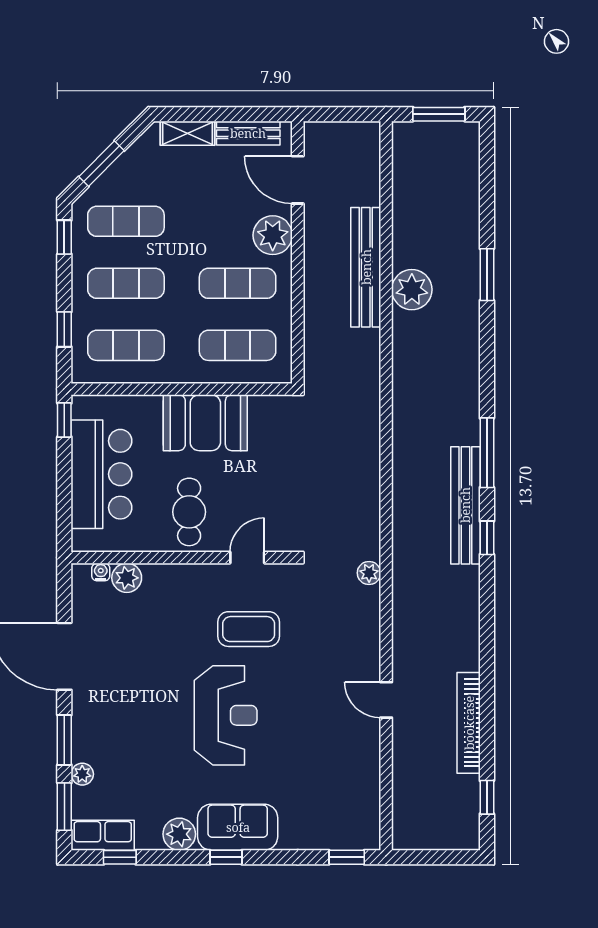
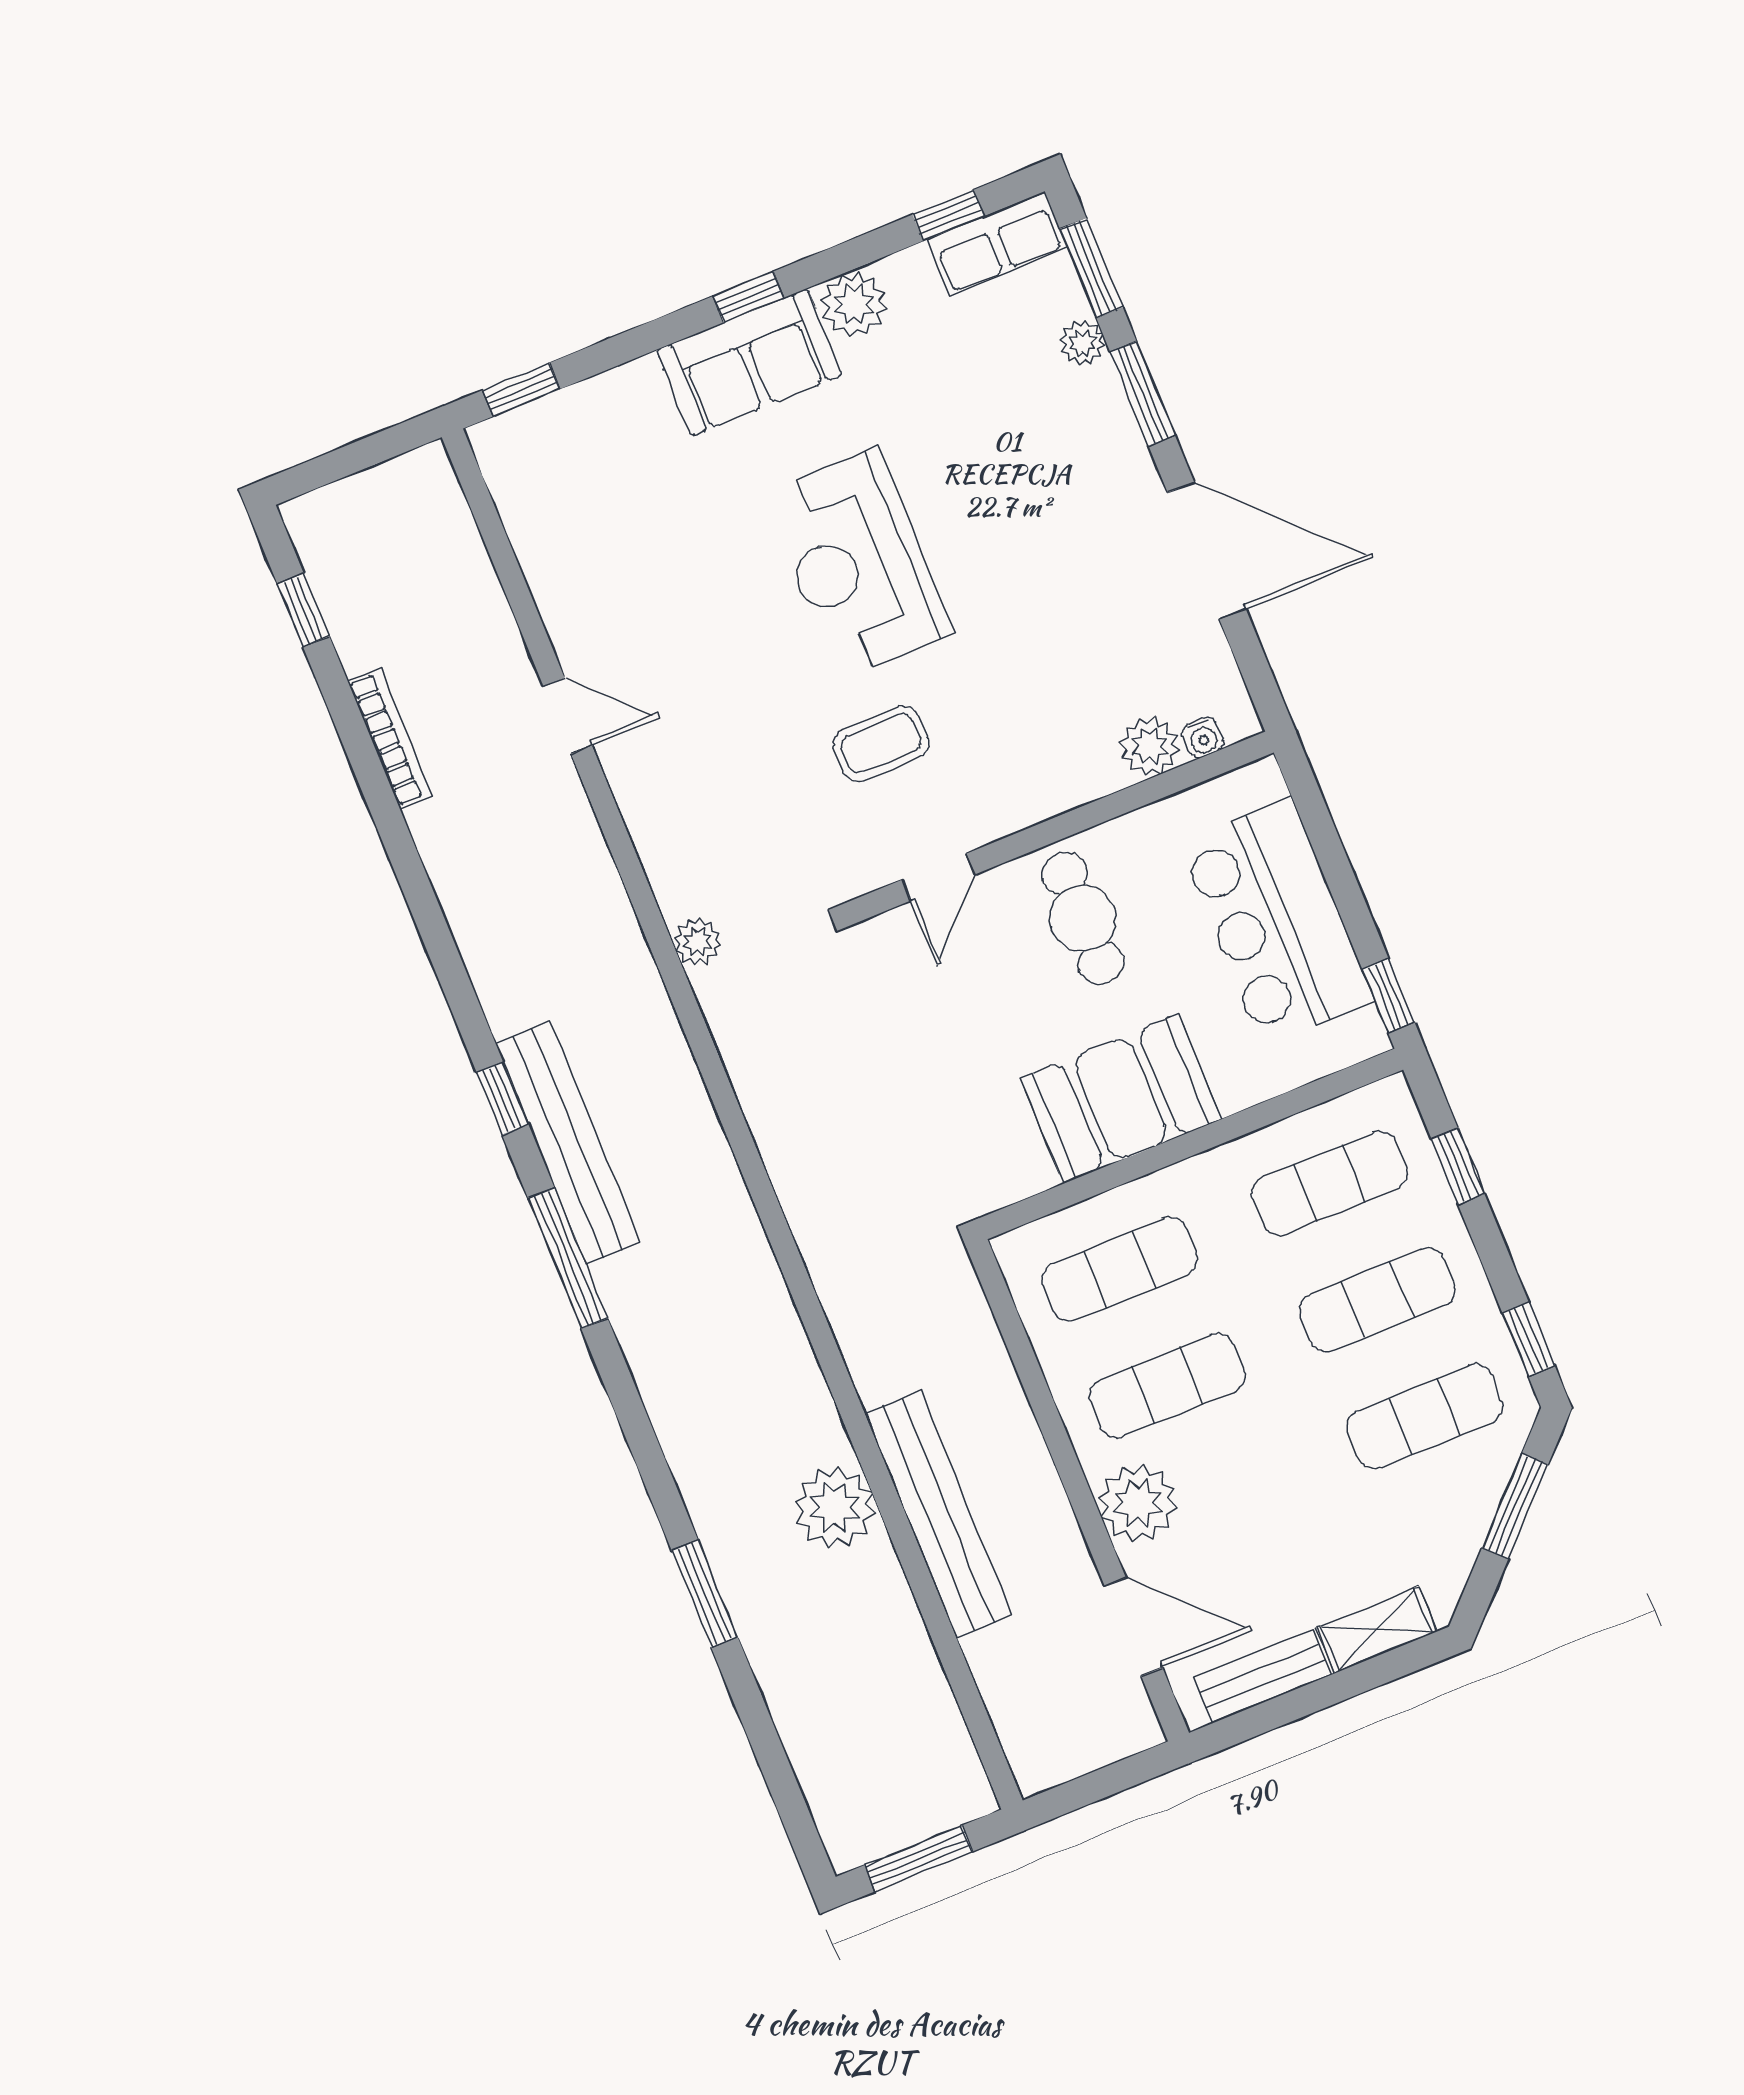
coffee table: (249, 629) -> (881, 744), width x0.73, depth x0.77
bookcase: (469, 723) -> (390, 738), width x0.68, depth x0.76

